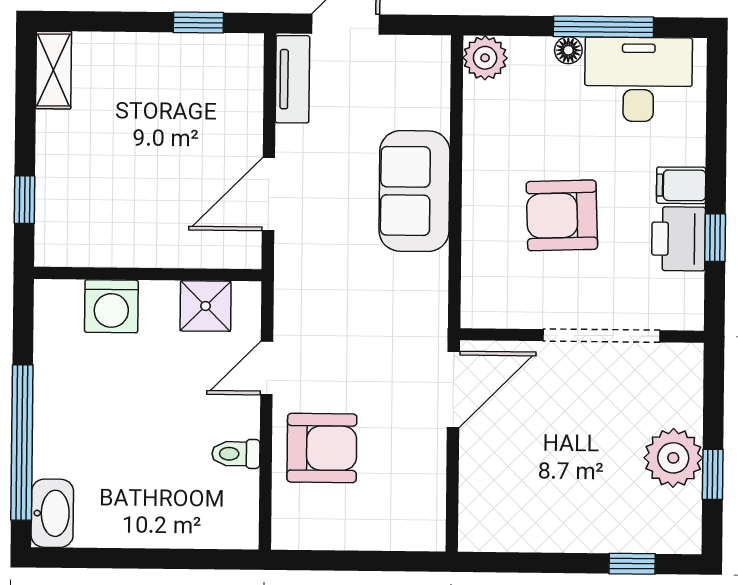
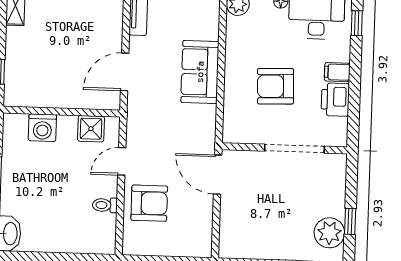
window: (715, 238) -> (357, 23), moved
door: (453, 389) -> (218, 175), swing flipped
plant: (673, 458) -> (329, 233), moved

